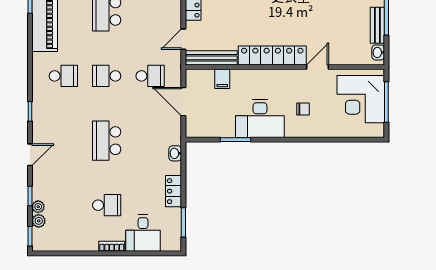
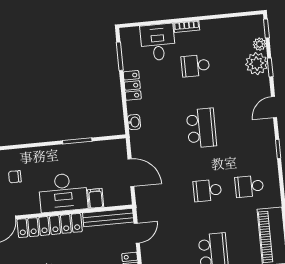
school desk: (107, 76) -> (207, 190), turned 180
school desk: (150, 76) -> (165, 194), removed
desk: (260, 119) -> (63, 192), moved, turned 180
plant: (38, 207) -> (257, 64), width x1.87, depth x1.87

